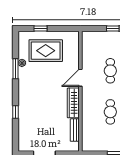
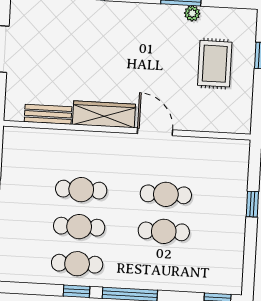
rug: (46, 51) -> (215, 64), width x0.73, depth x0.70

